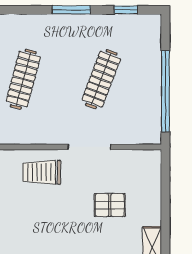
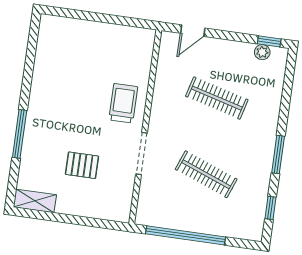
pallet: (110, 205) -> (82, 165), turned 90

